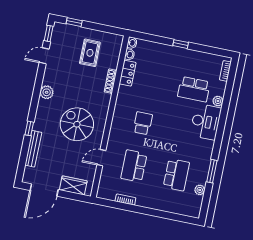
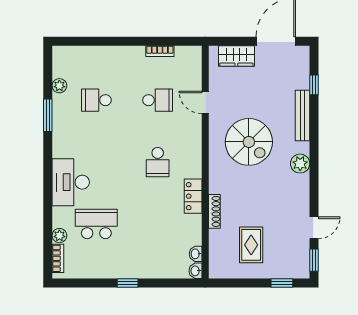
locker: (128, 73) -> (193, 196), moved
plant: (47, 92) -> (300, 164), moved
plant: (218, 101) -> (59, 236), moved
window: (29, 128) -> (314, 85), moved
bench: (33, 149) -> (303, 115), moved
door: (101, 158) -> (205, 102), swing flipped
school desk: (134, 166) -> (158, 100), width x0.54
school desk: (176, 175) -> (96, 100), width x0.54

